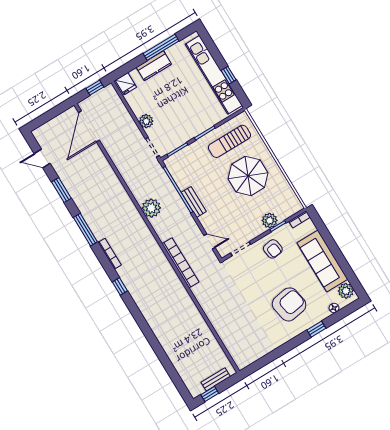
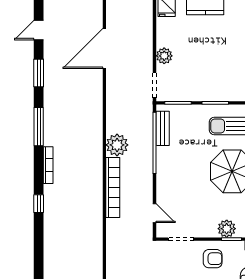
door: (89, 126) -> (104, 48), moved
door: (42, 158) -> (39, 30), hinge flipped
bench: (194, 202) -> (163, 128), moved
armchair: (273, 249) -> (213, 259), turned -82
bookcase: (180, 263) -> (113, 187), moved

